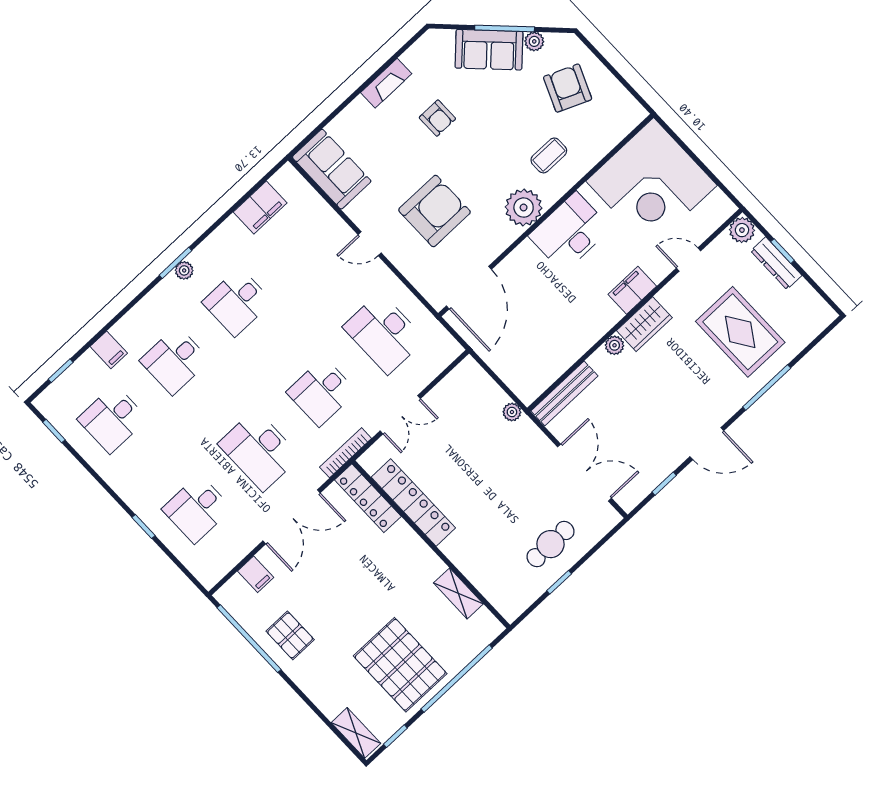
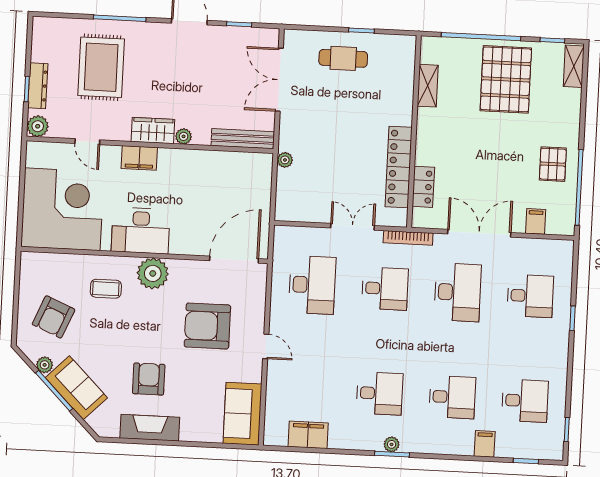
fireplace: (386, 83) -> (150, 428), width x1.37, depth x1.32
armchair: (437, 118) -> (149, 379), width x1.38, depth x1.38
locker: (368, 498) -> (423, 187), width x0.66

